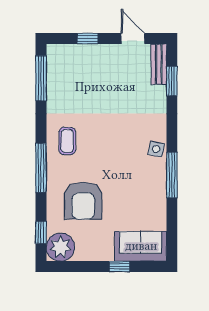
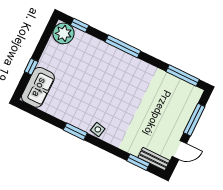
window: (88, 39) -> (194, 120), width x2.17
coffee table: (67, 141) -> (132, 73), removed
window: (172, 175) -> (75, 131), width x0.69
armchair: (83, 201) -> (87, 64), removed

